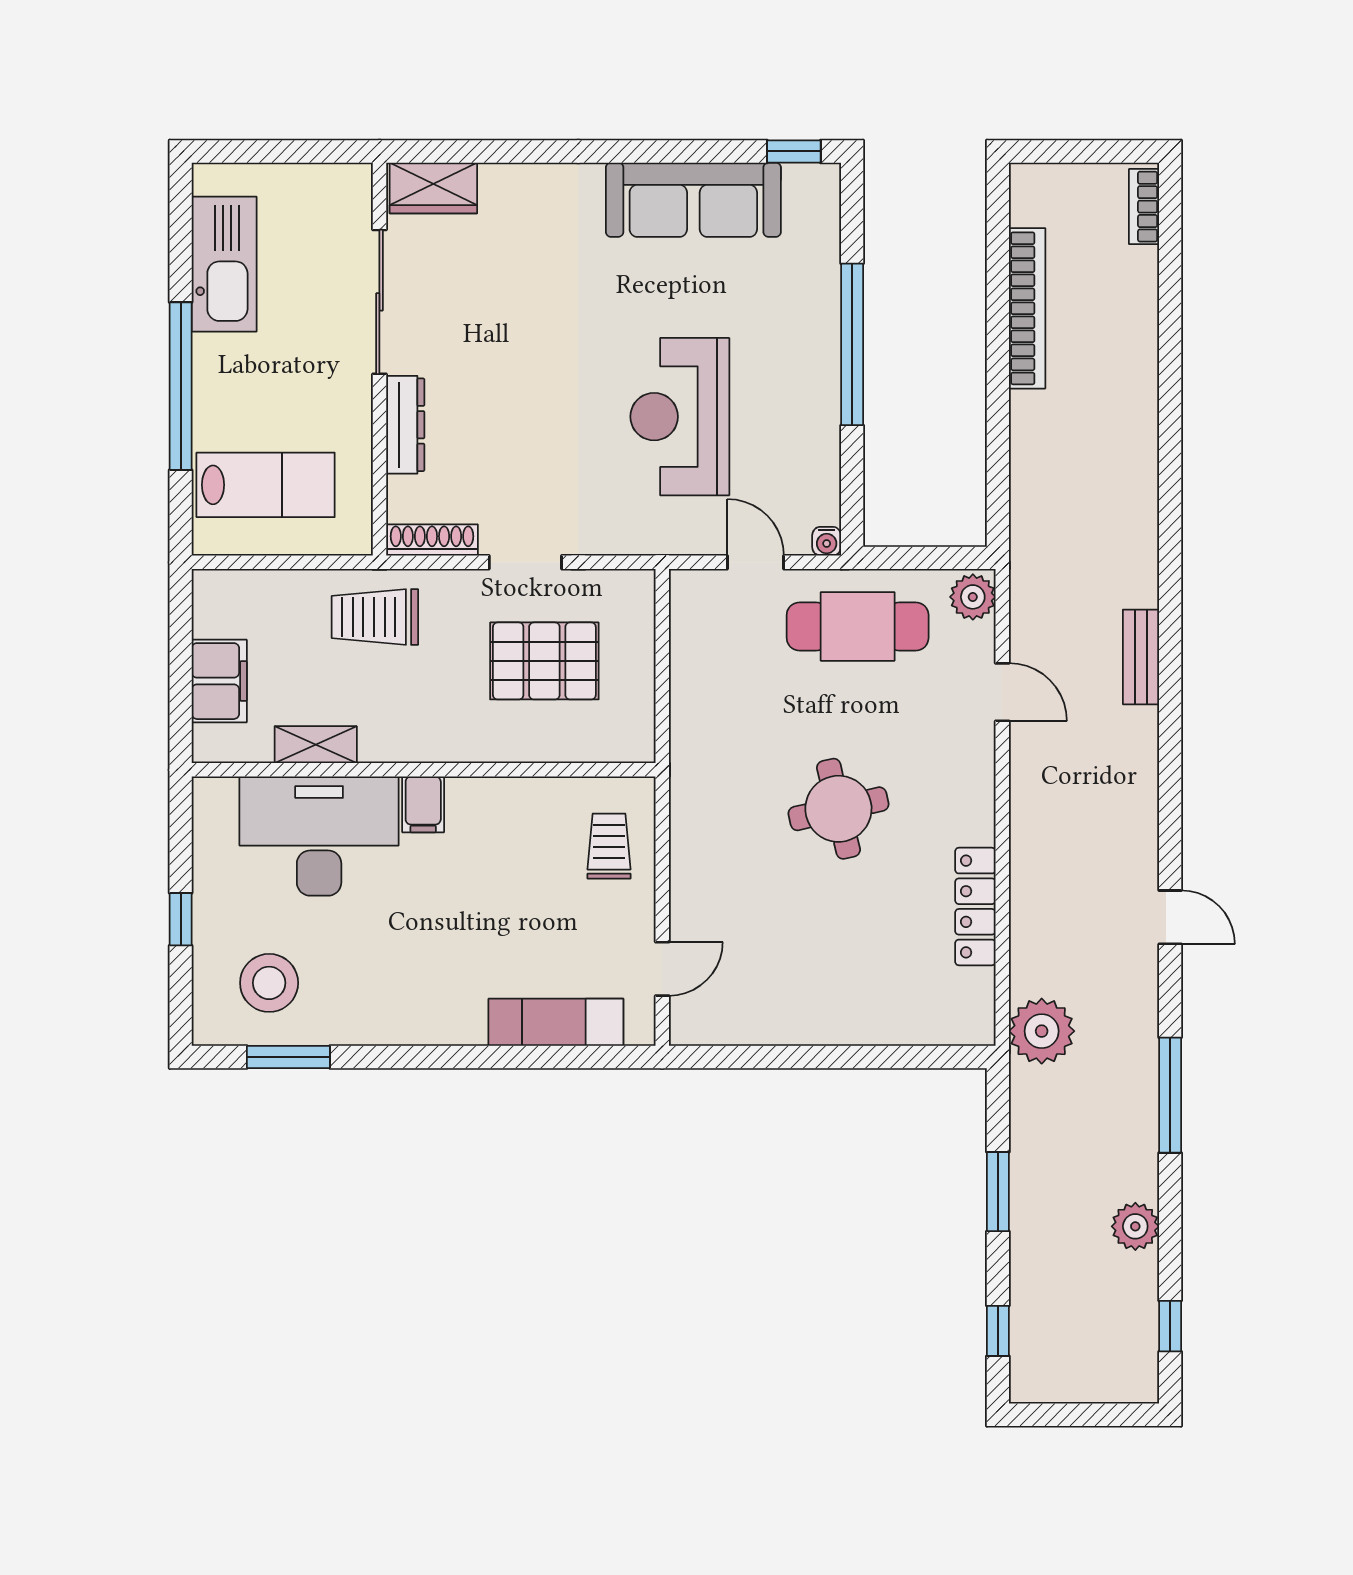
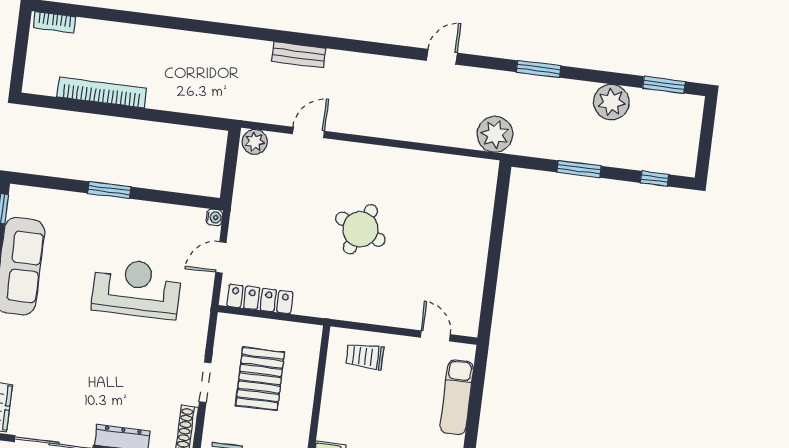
window: (852, 344) -> (109, 190), width x0.47
reception desk: (680, 417) -> (137, 288), turned 180
cafe table: (858, 626) -> (263, 206), removed
round table: (838, 809) -> (360, 229), turned 36
locker: (975, 907) -> (260, 299), moved, turned 180
window: (1170, 1095) -> (538, 69), width x0.69
plant: (1135, 1226) -> (611, 102), width x1.36, depth x1.36
window: (1170, 1326) -> (664, 85), width x1.50

